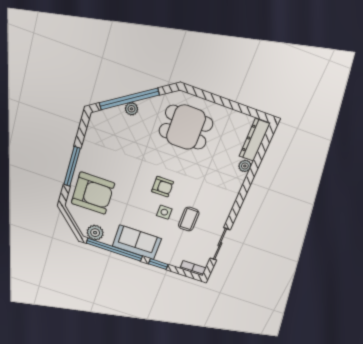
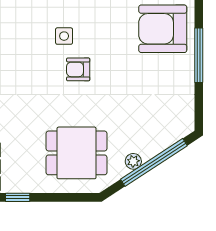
plant: (131, 109) -> (133, 161), moved
window: (244, 109) -> (18, 197), added
coffee table: (189, 219) -> (30, 38), removed

